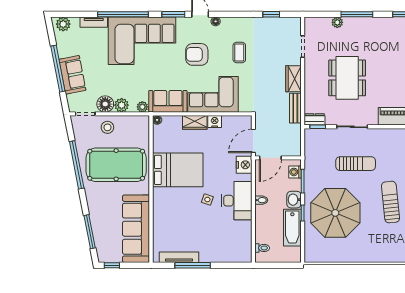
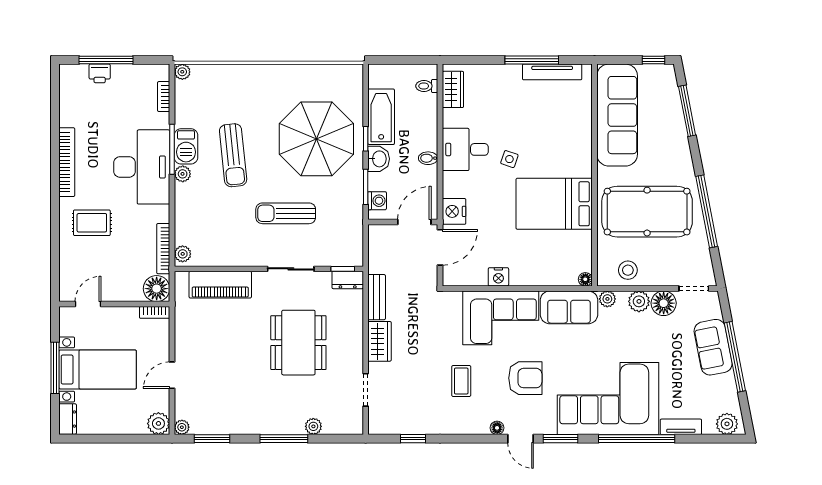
wardrobe: (195, 122) -> (453, 89), moved, turned 90
stool: (107, 127) -> (628, 270), moved
desk: (237, 201) -> (465, 149), width x0.73

